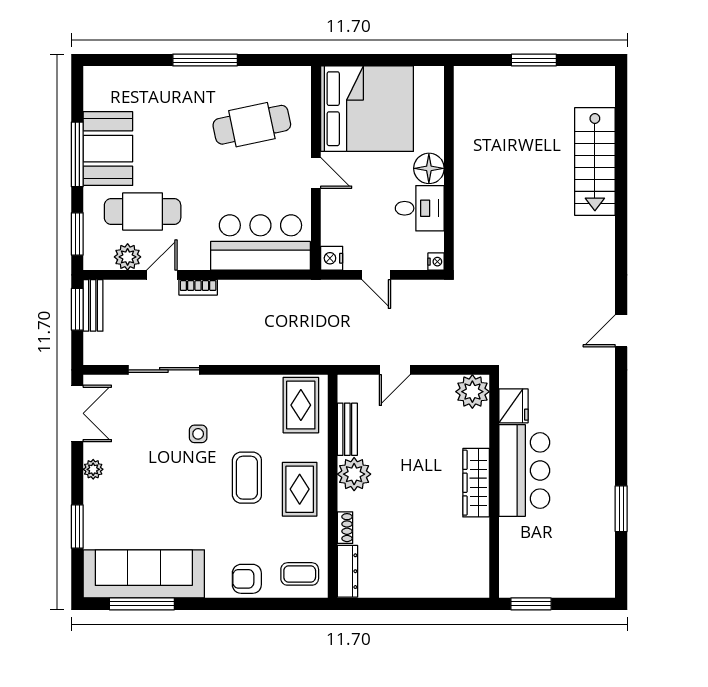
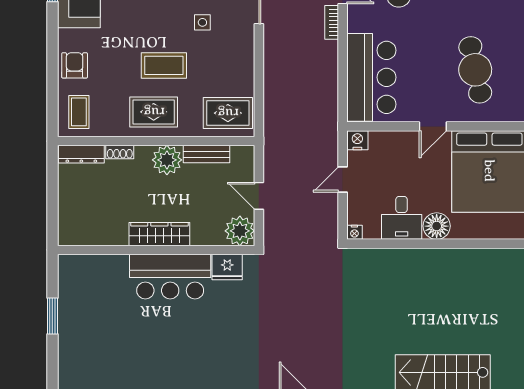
plant: (472, 392) -> (240, 231), moved
fridge: (513, 406) -> (227, 267), moved
bar counter: (524, 470) -> (170, 277), moved
wardrobe: (476, 483) -> (159, 234), moved
wall: (494, 486) -> (156, 250), moved

